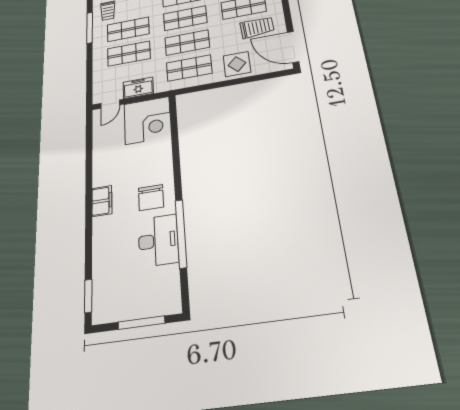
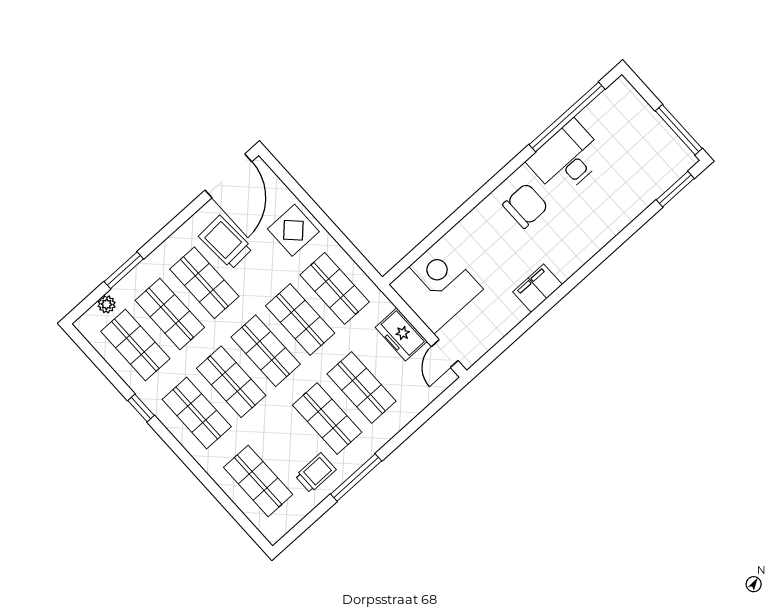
door: (110, 104) -> (445, 354), swing flipped
filing cabinet: (102, 201) -> (538, 288), moved
window: (181, 233) -> (567, 117), moved
window: (141, 323) -> (679, 130), moved

